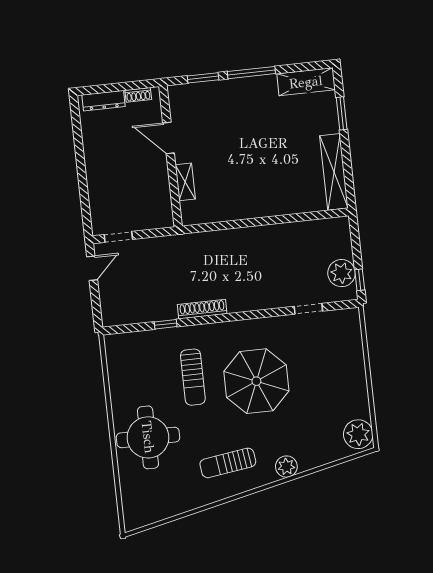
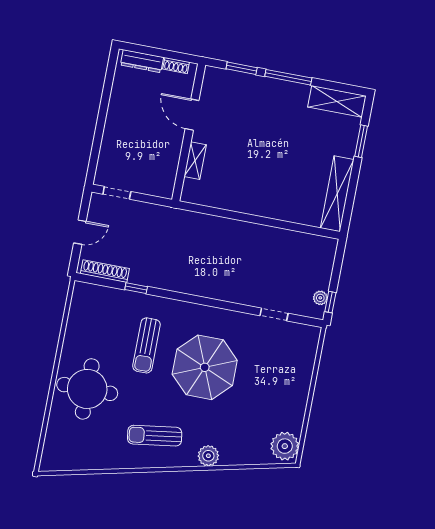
door: (92, 268) -> (80, 232), moved
plant: (342, 273) -> (320, 298), width x0.53, depth x0.53
shoe rack: (202, 309) -> (105, 271), moved

